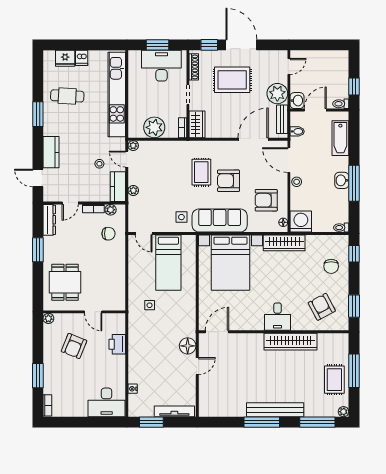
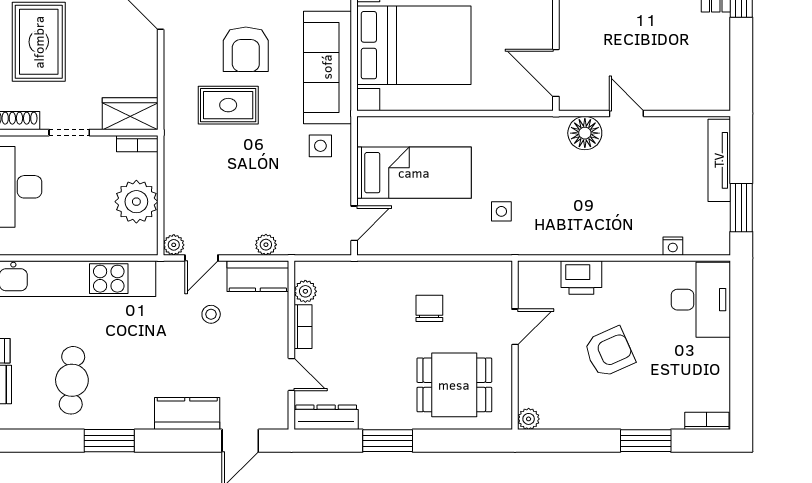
chair: (108, 234) -> (429, 308), moved
armchair: (74, 346) -> (609, 352), moved, turned -46

